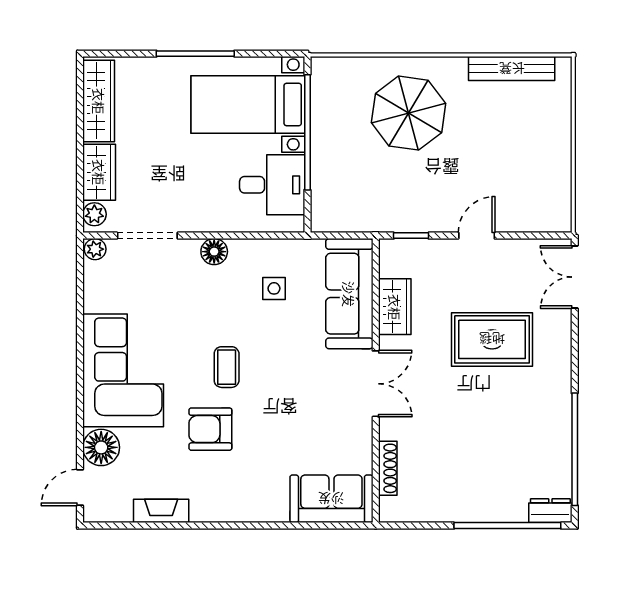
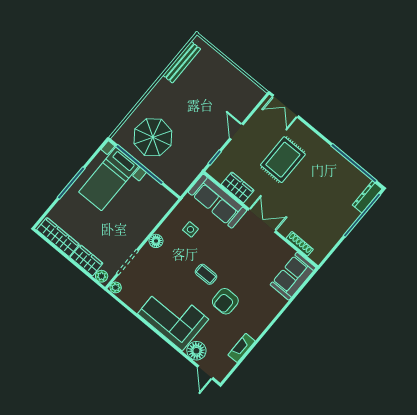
parasol: (409, 113) -> (153, 137), moved
desk: (272, 185) -> (149, 196), removed
dresser: (550, 511) -> (367, 197), width x1.44

